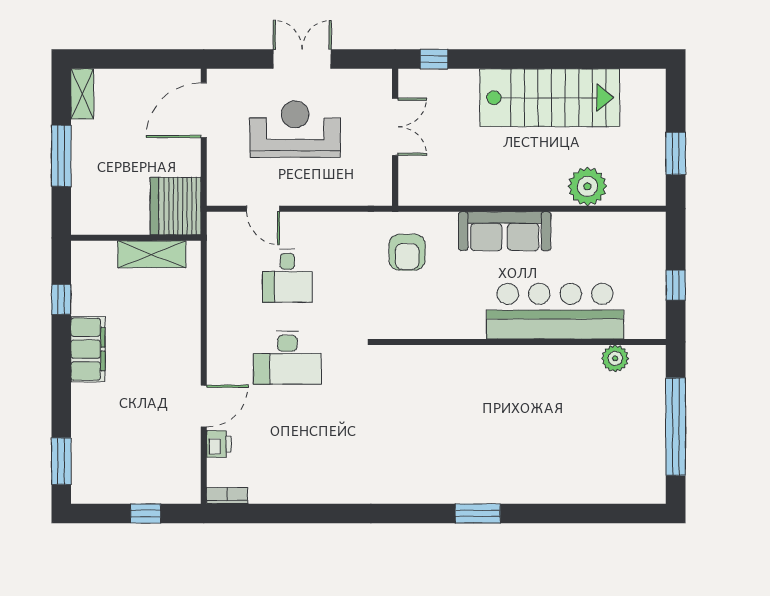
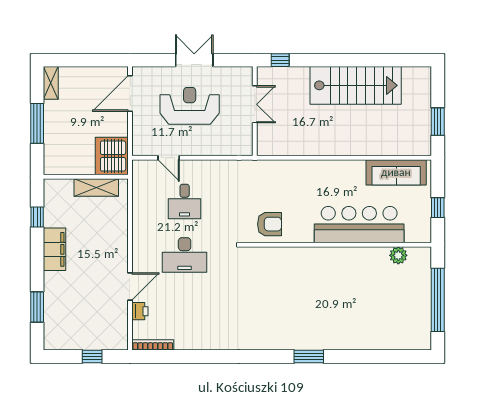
plant: (587, 186) -> (380, 143), removed
sofa: (505, 231) -> (396, 172), moved
armchair: (407, 252) -> (270, 224), moved, turned -90
window: (61, 461) -> (37, 307), moved
bookcase: (227, 496) -> (153, 345), width x1.56

